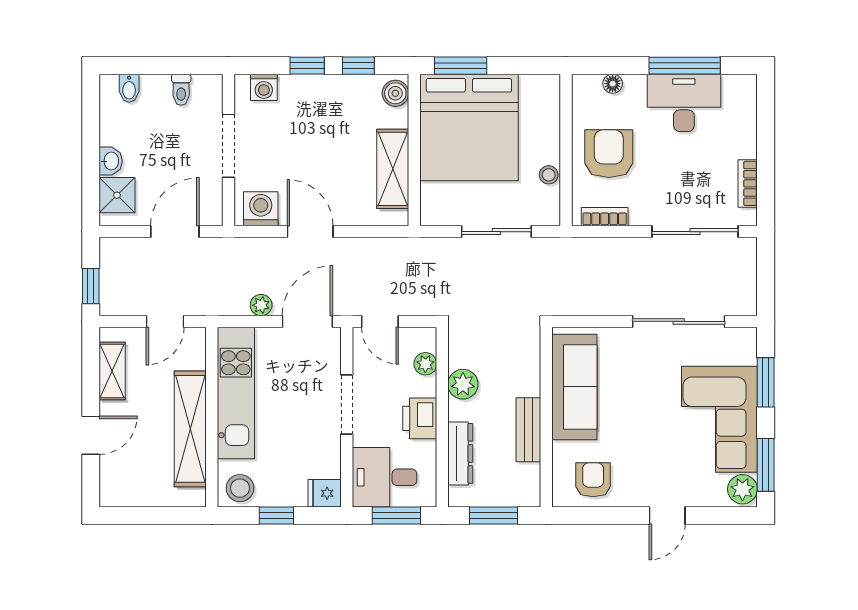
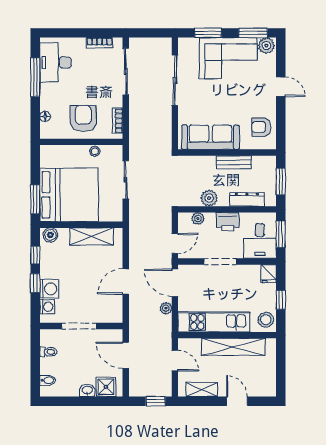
desk: (684, 103) -> (56, 62), moved
armchair: (609, 154) -> (83, 118), turned 90
washing machine: (261, 209) -> (49, 289), moved, turned 180

